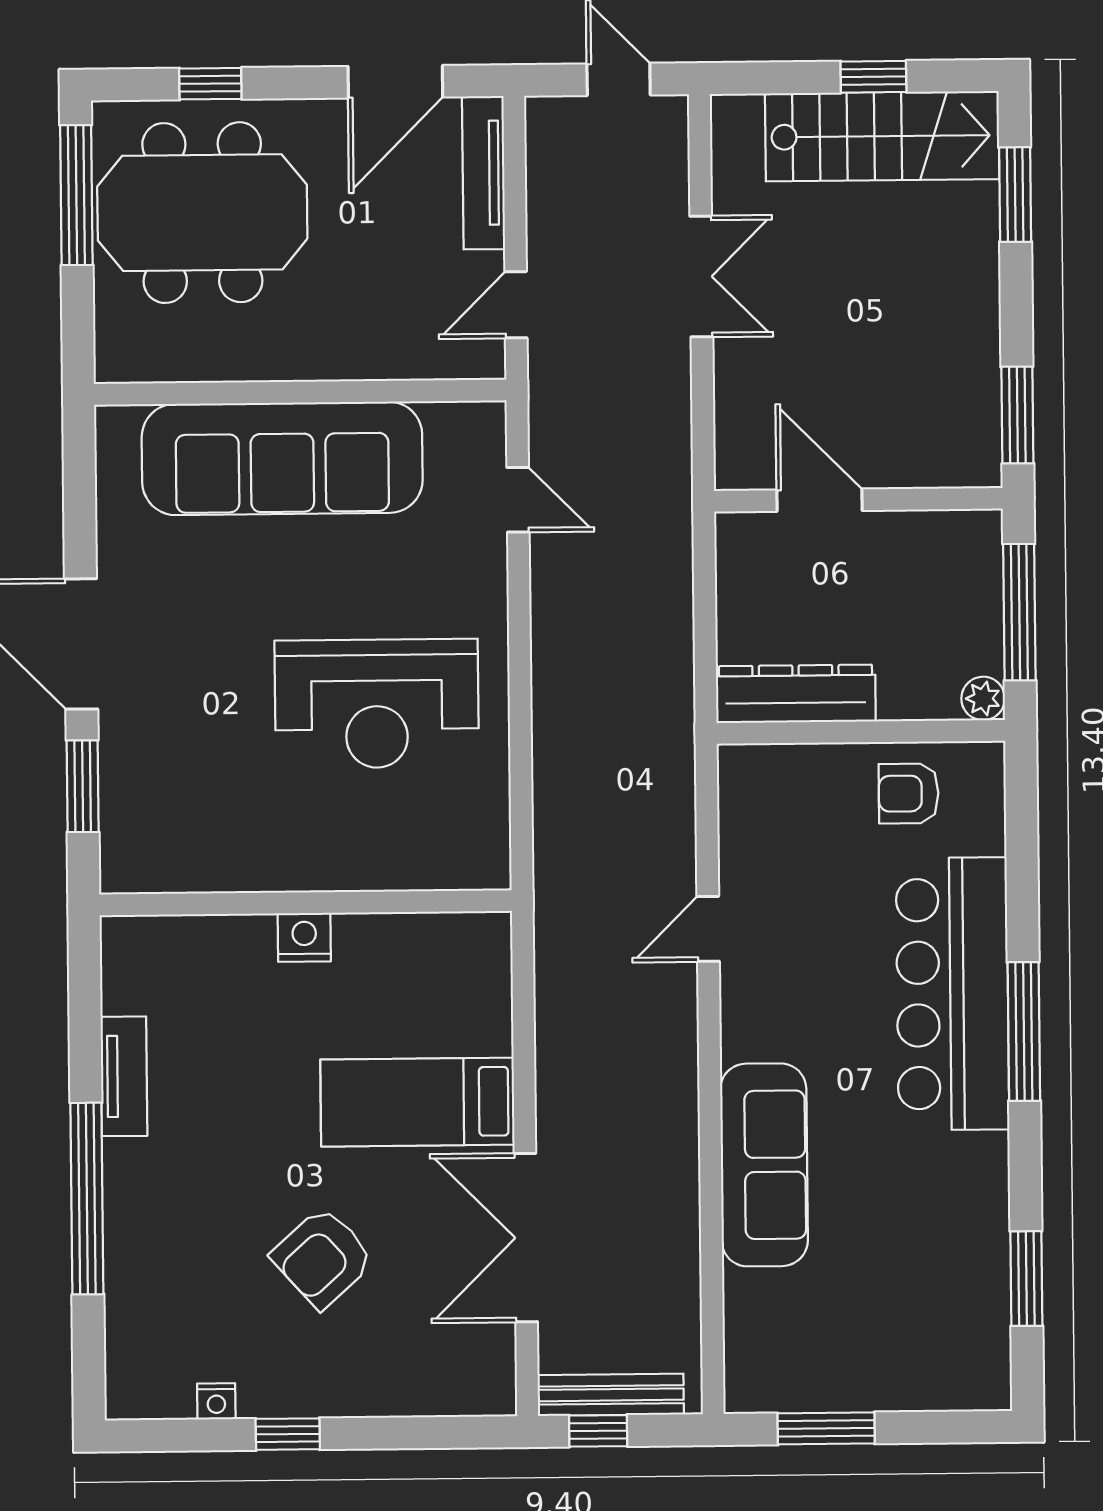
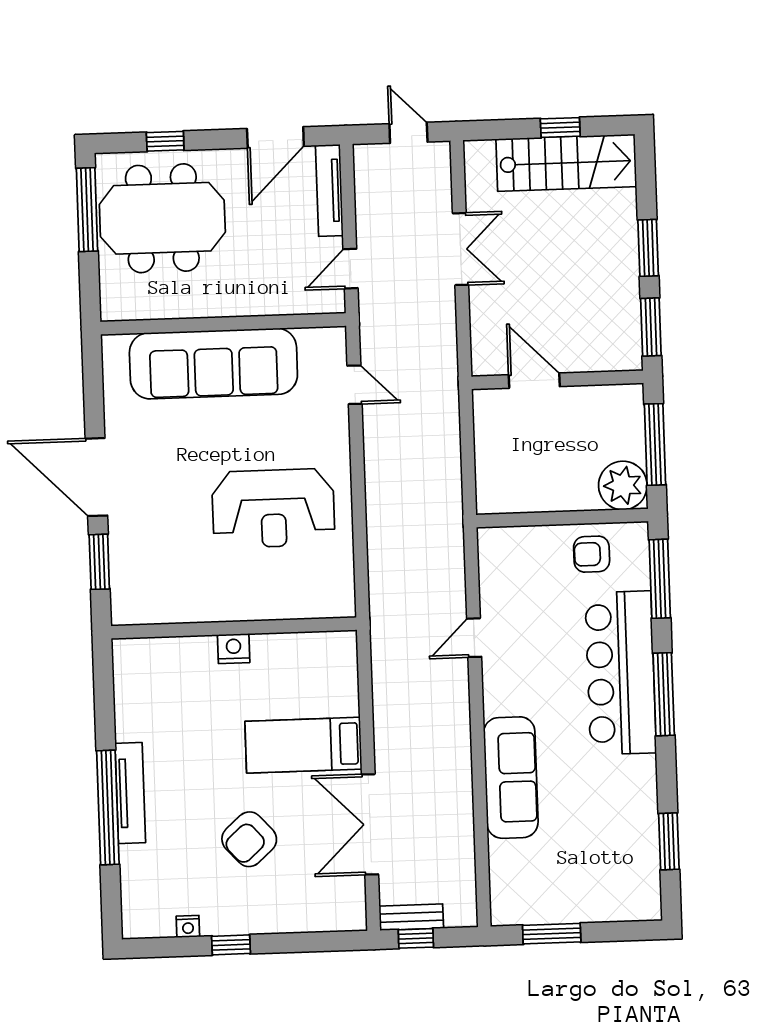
window: (1015, 195) -> (648, 248), moved
dresser: (796, 694) -> (523, 496), removed
plant: (983, 698) -> (623, 485), width x1.88, depth x1.88
window: (1022, 838) -> (660, 579), added
tv unit: (124, 1076) -> (130, 793), moved, width x1.41
bench: (611, 1395) -> (411, 917), width x0.73

